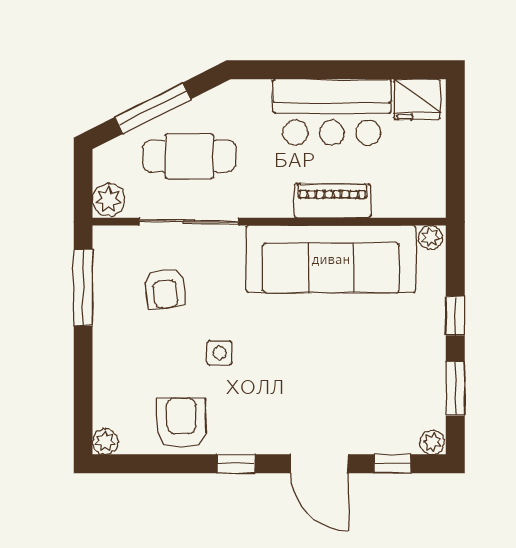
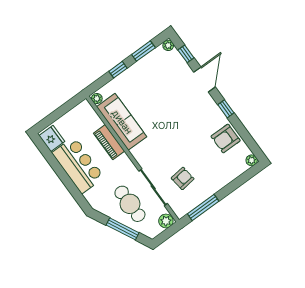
sofa: (331, 259) -> (122, 122), width x0.74, depth x0.79
side table: (220, 353) -> (191, 143), removed

